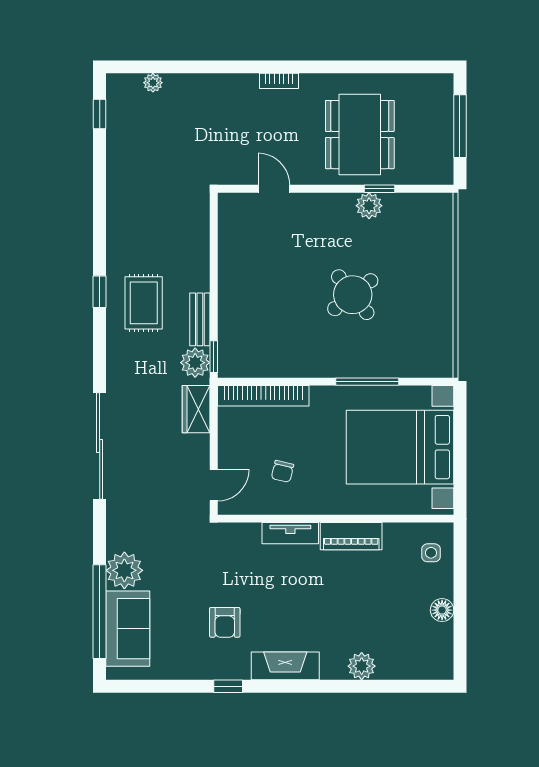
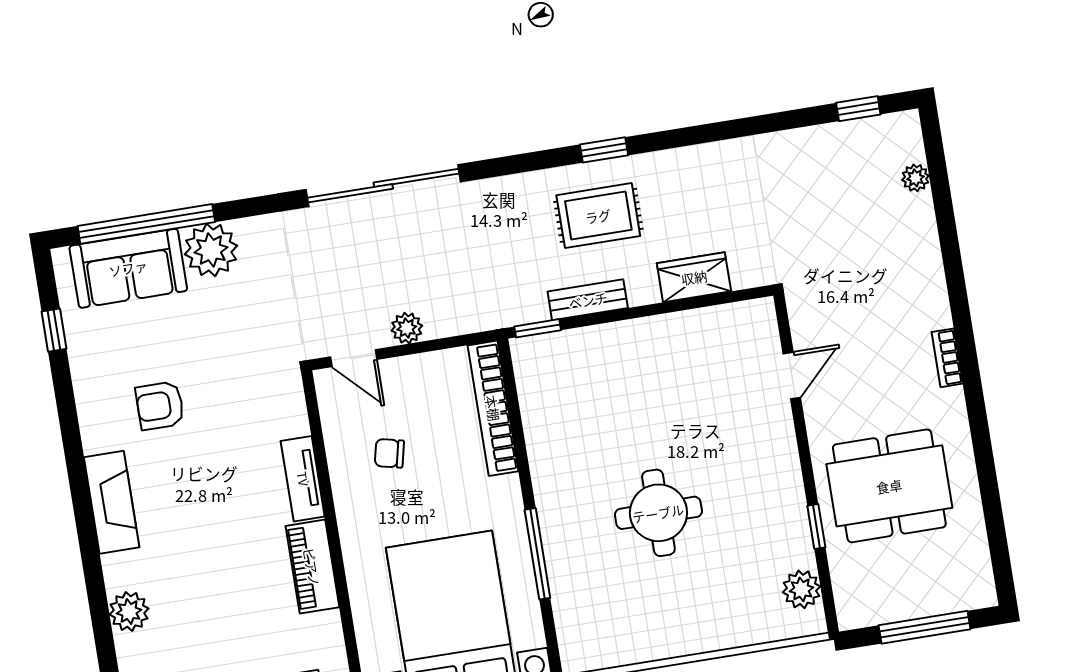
plant: (369, 206) -> (801, 589), moved
round table: (353, 295) -> (658, 513), turned 38
plant: (195, 363) -> (407, 328), moved, width x0.73, depth x0.73
wardrobe: (196, 409) -> (694, 277), moved
window: (228, 686) -> (54, 330), moved

